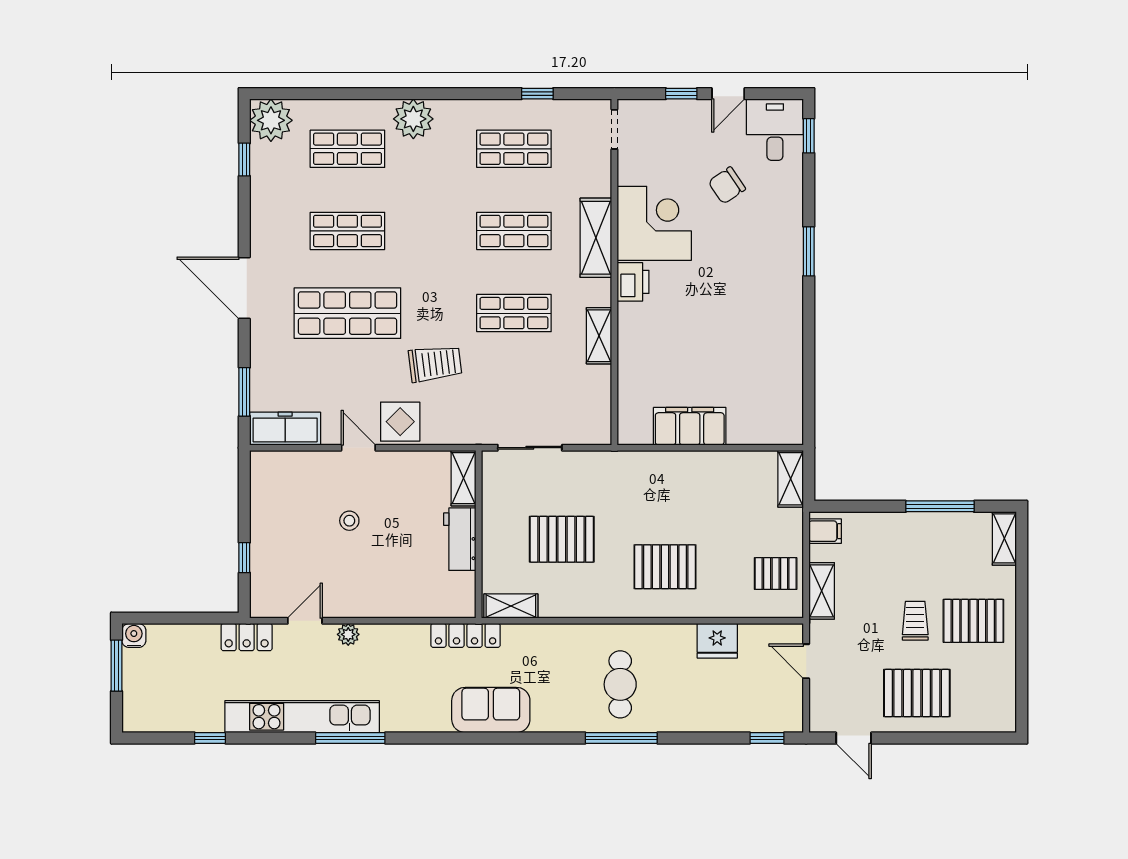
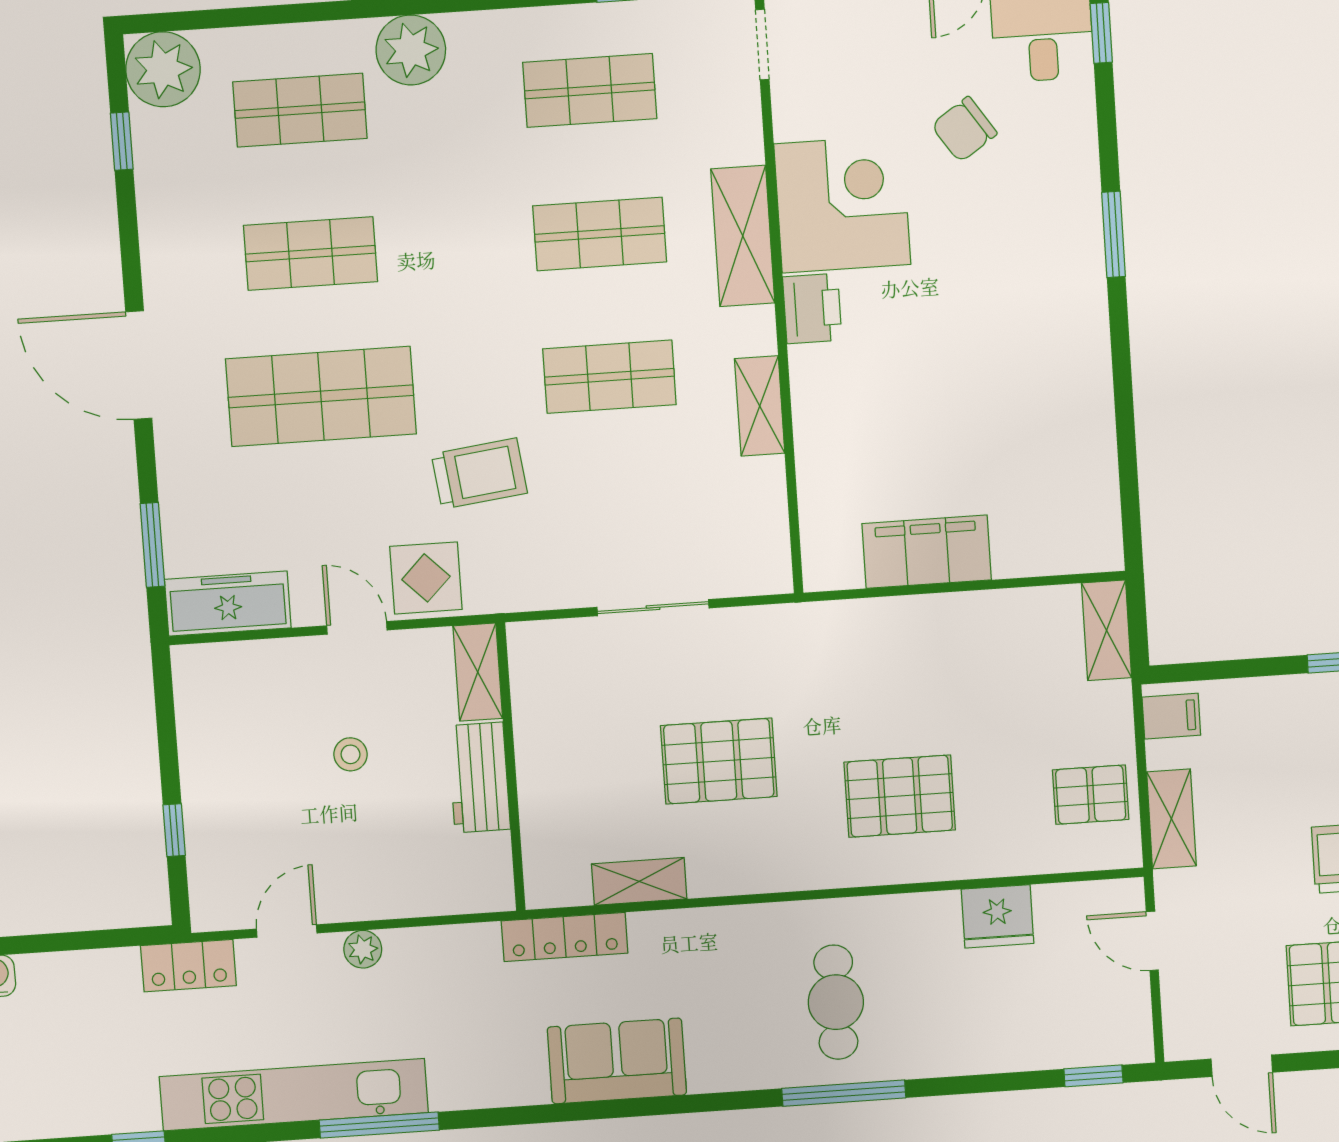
shelving: (463, 478) -> (478, 672), moved
wall: (479, 534) -> (511, 767), moved
workbench: (460, 539) -> (479, 777), moved

